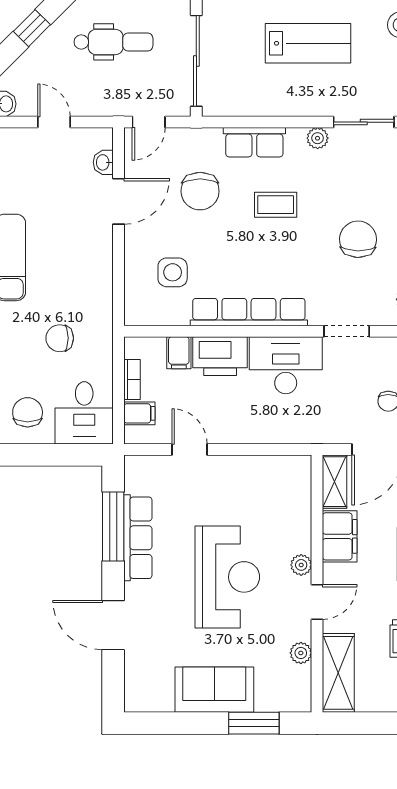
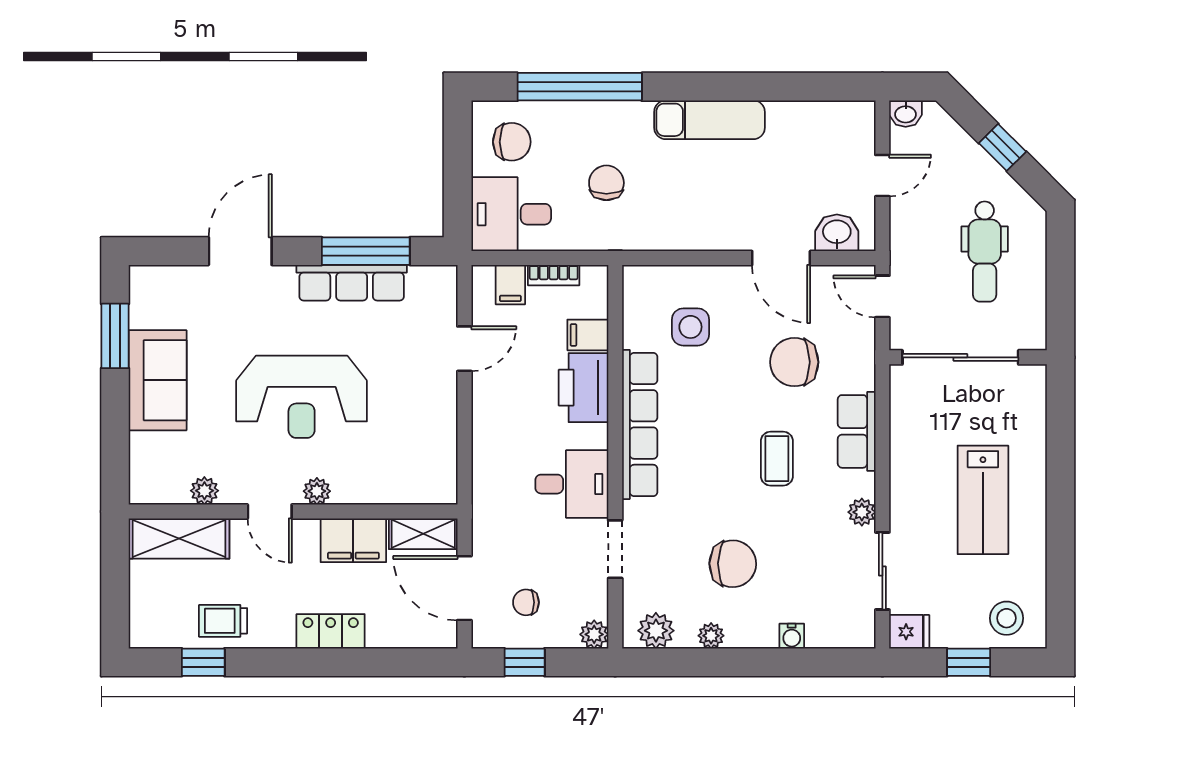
washbasin: (103, 162) -> (837, 233), width x1.38, depth x1.45
desk: (286, 365) -> (572, 484), width x0.73
window: (254, 723) -> (115, 336), moved

